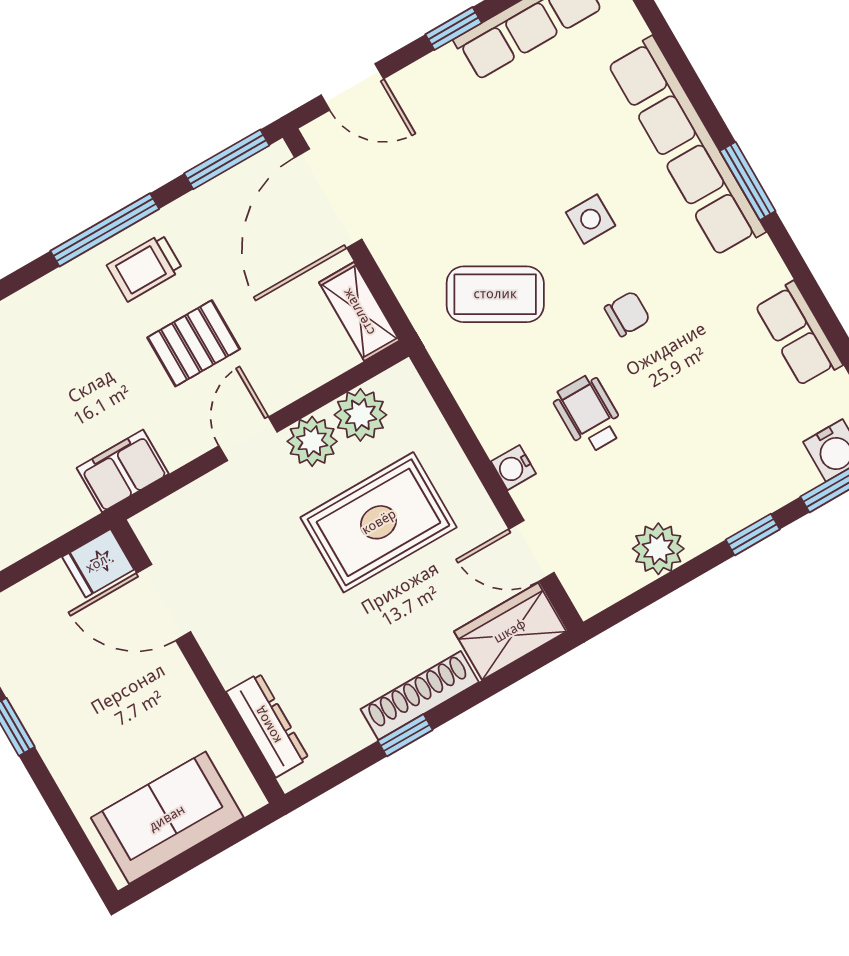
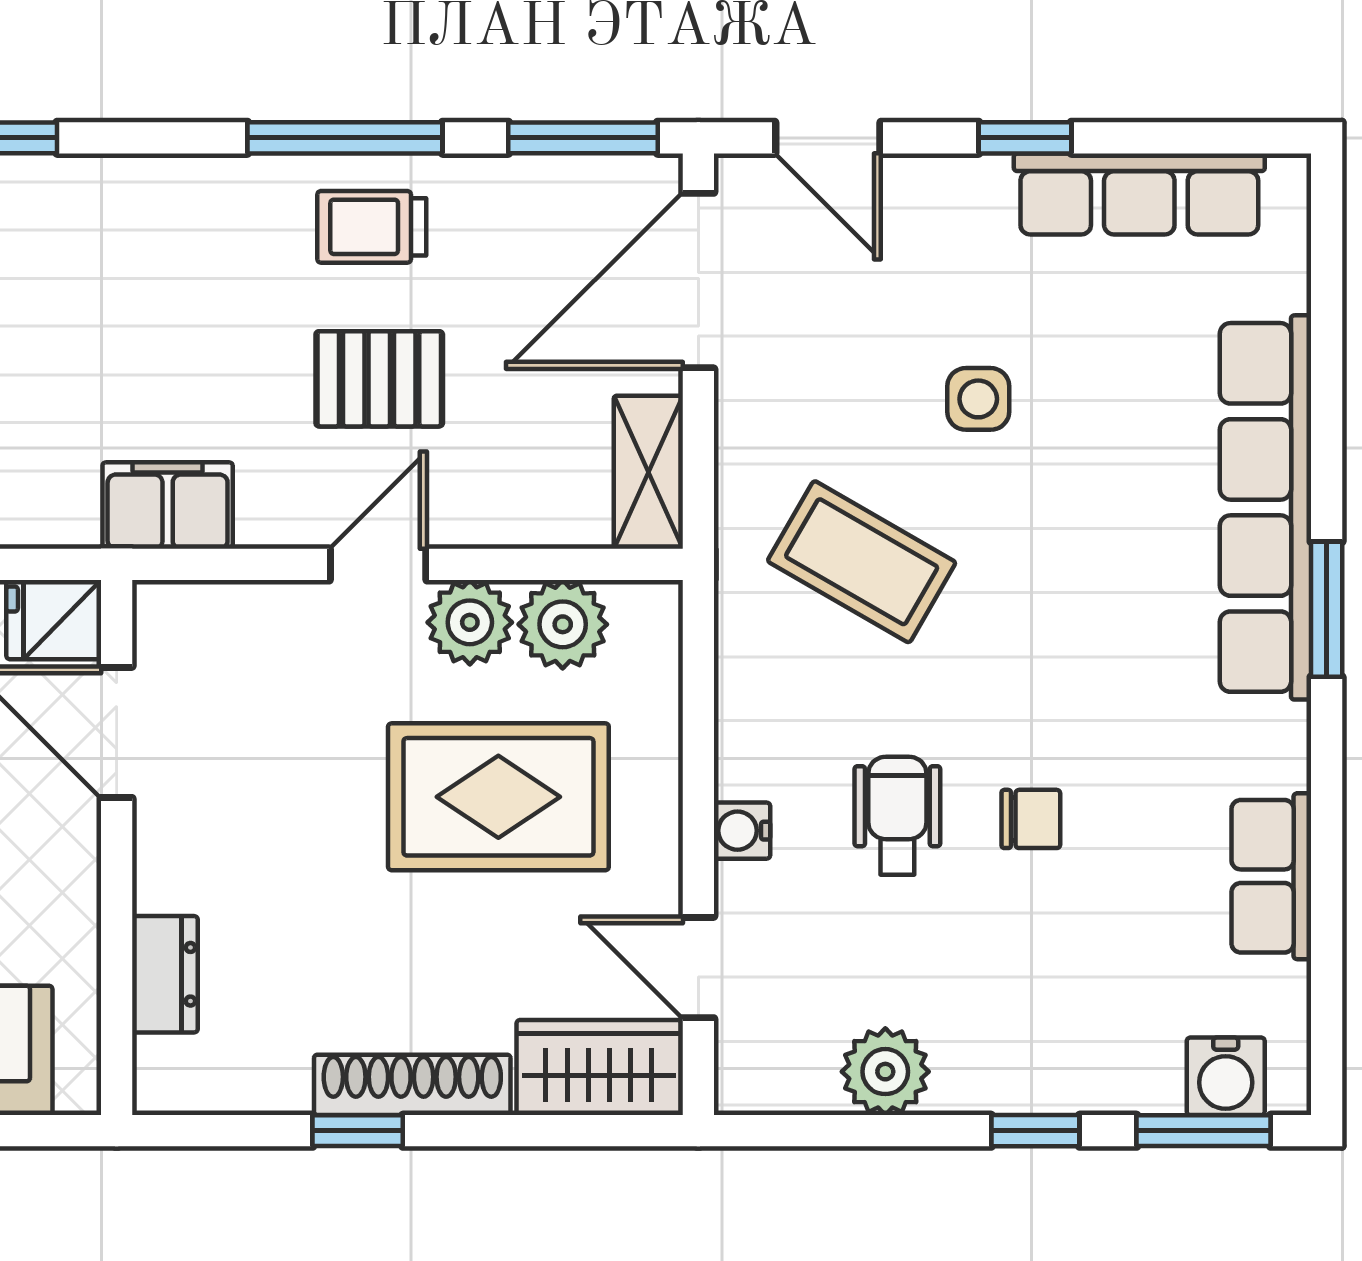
side table: (591, 219) -> (978, 399), moved
chair: (627, 314) -> (1031, 819), moved
dresser: (268, 725) -> (165, 974), width x0.70

